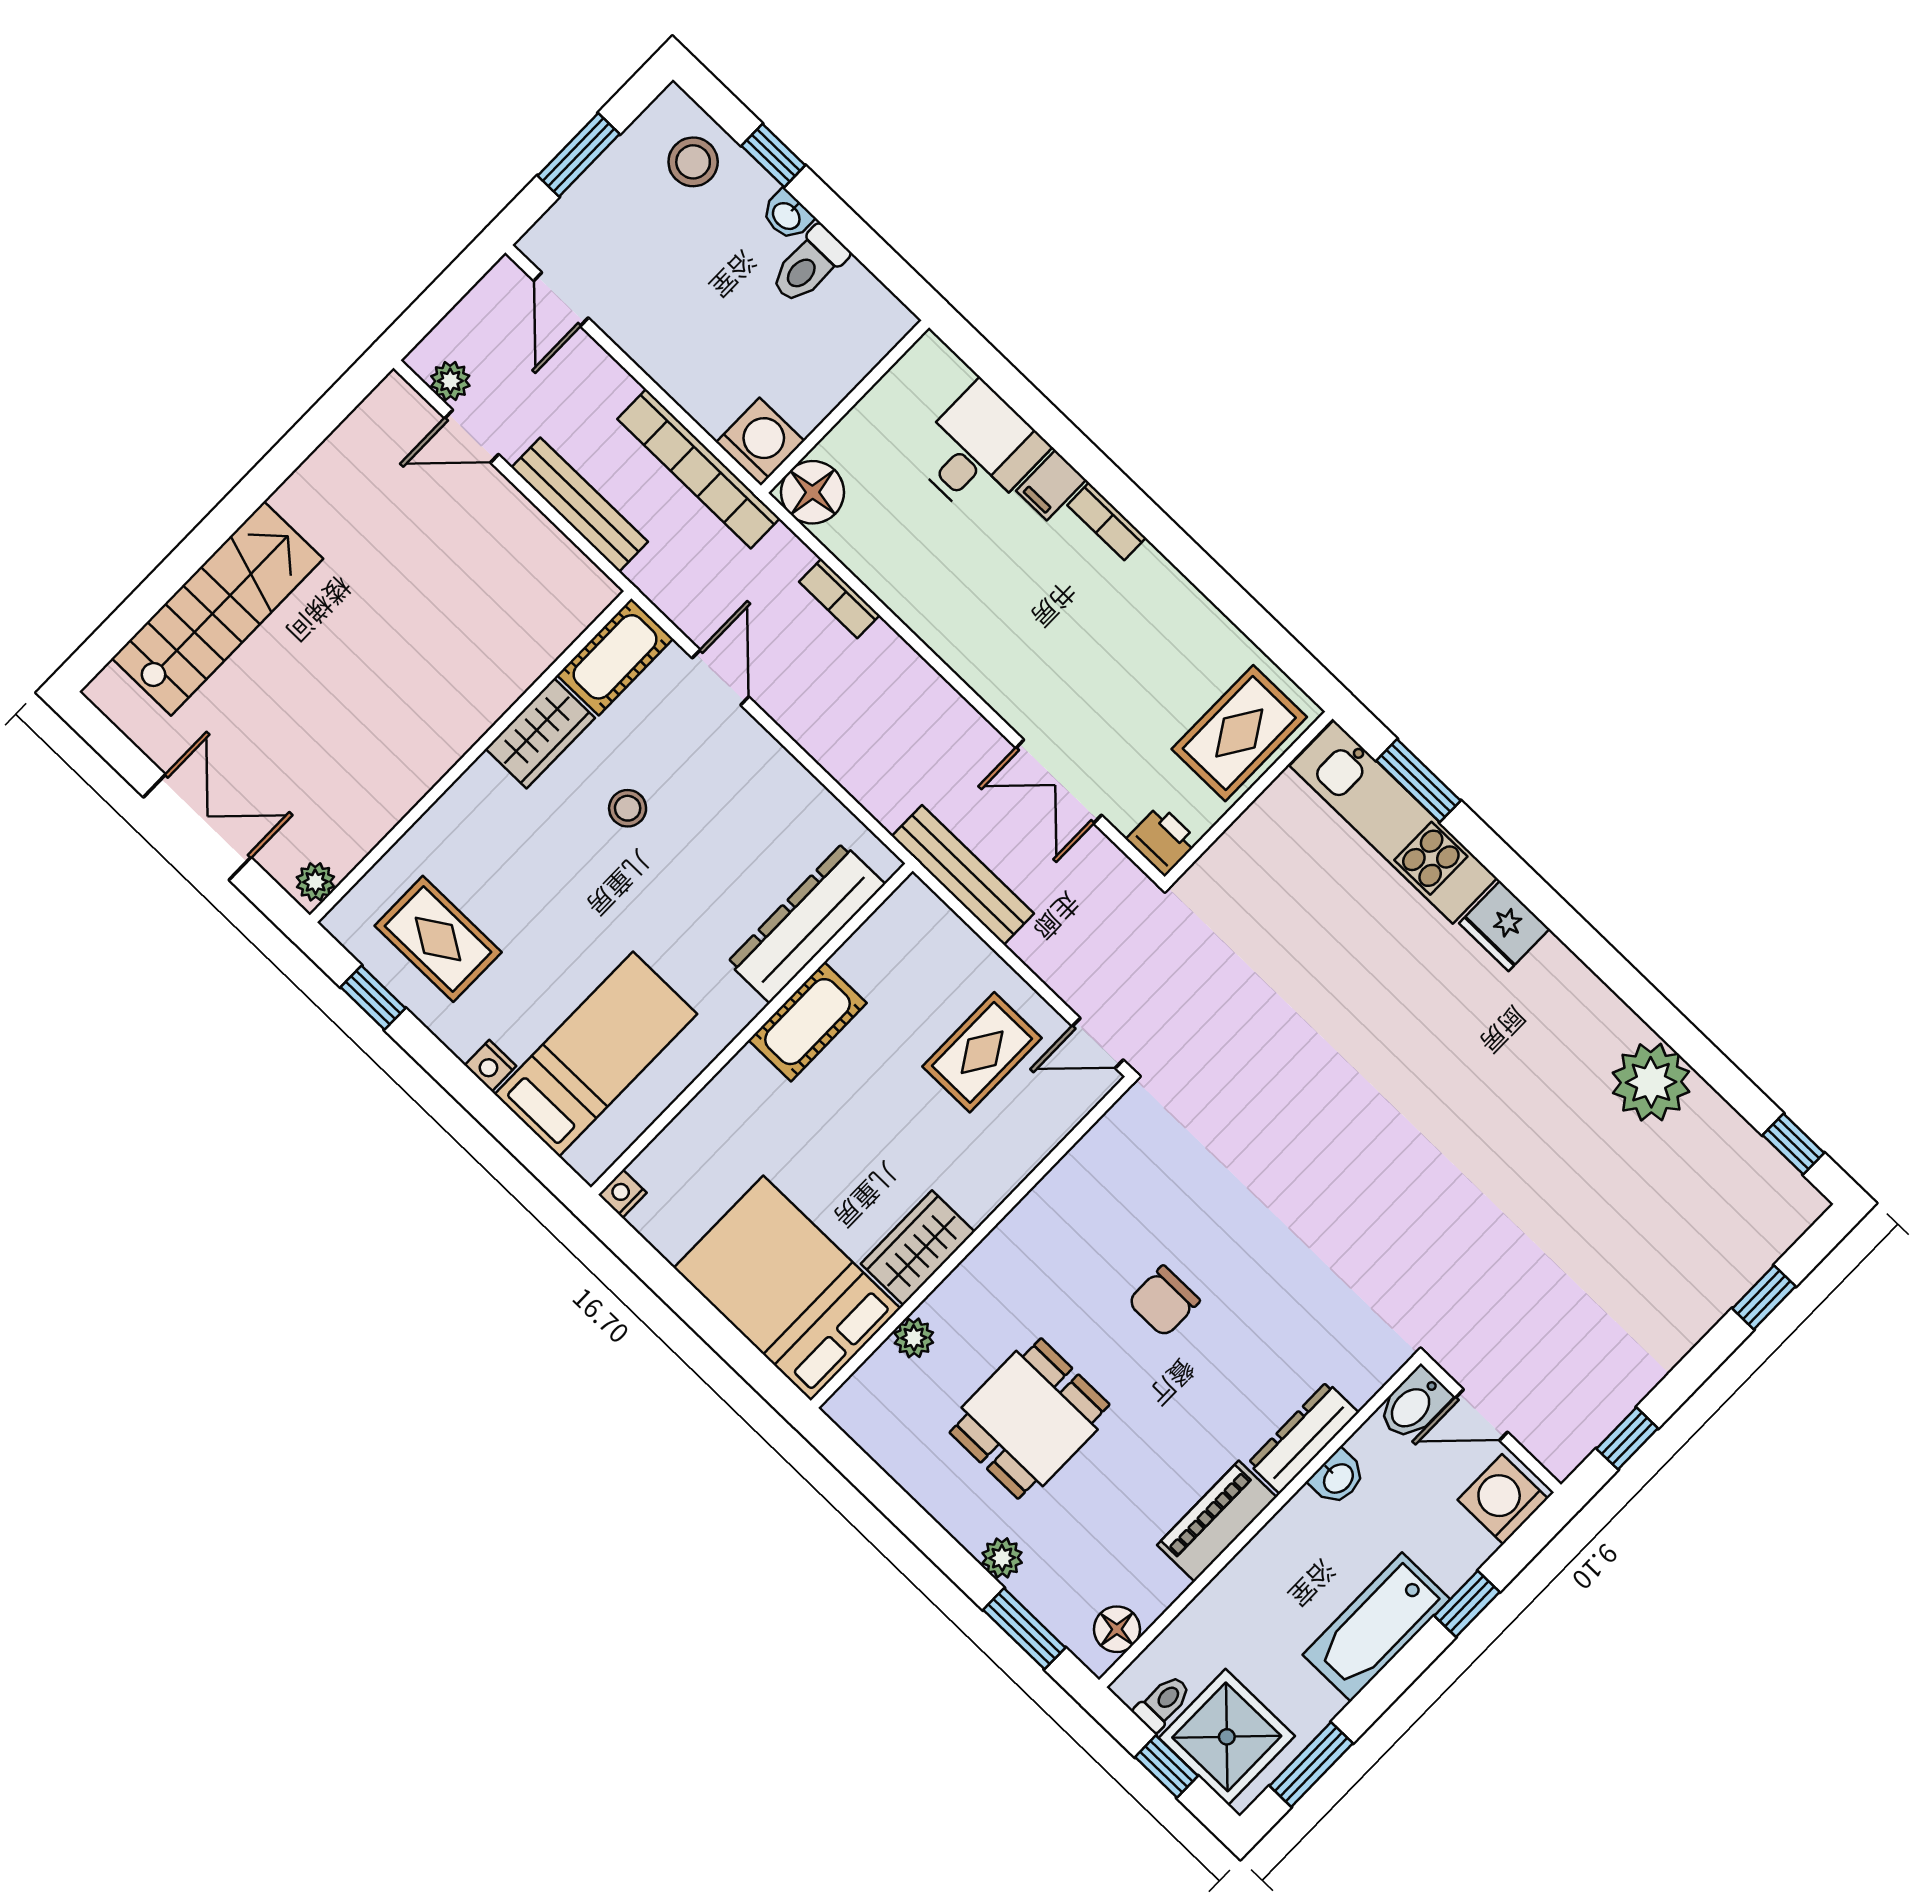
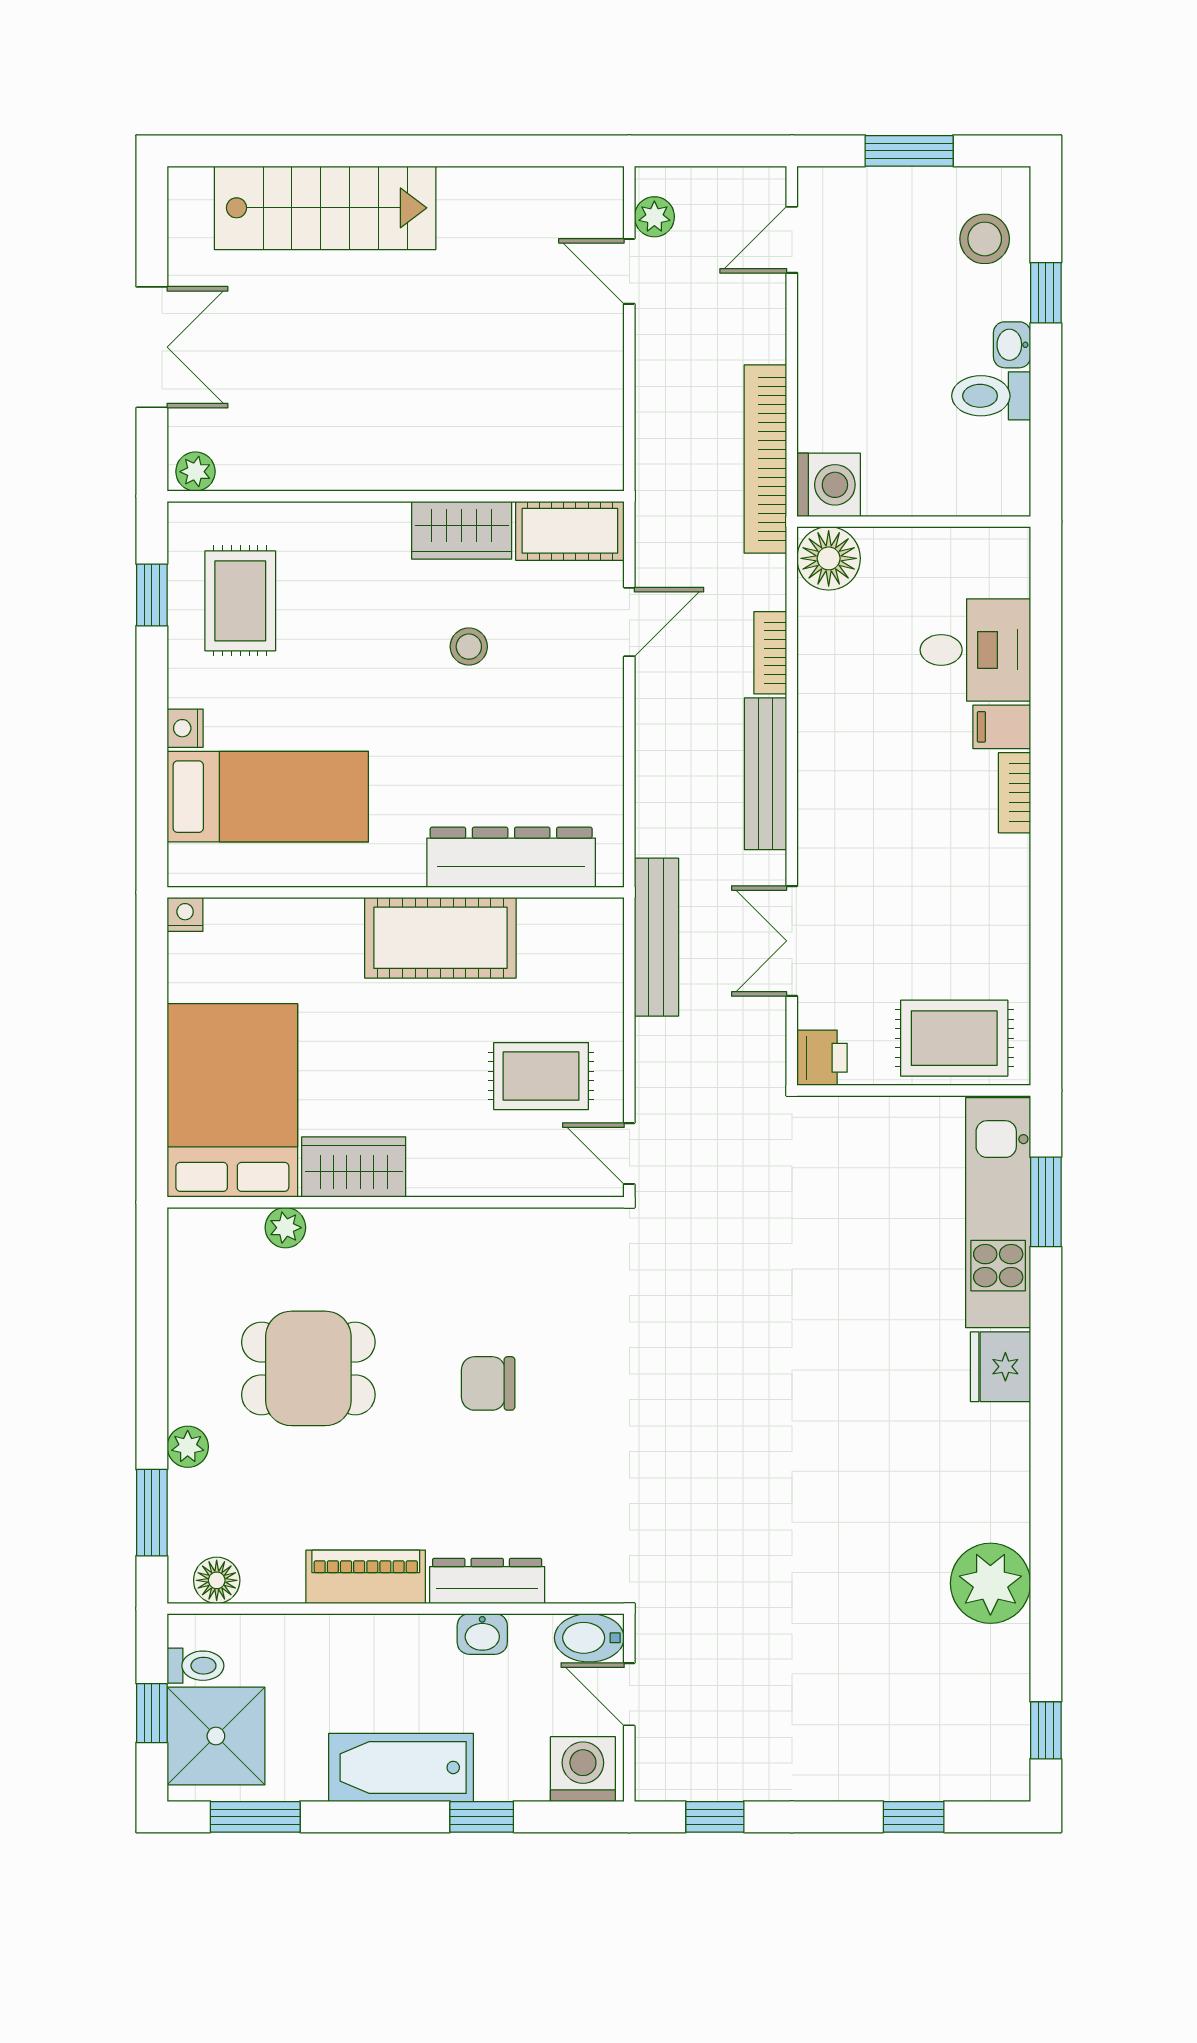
bench: (580, 505) -> (766, 774), moved
cot: (808, 1022) -> (440, 938), width x1.37, depth x1.34

